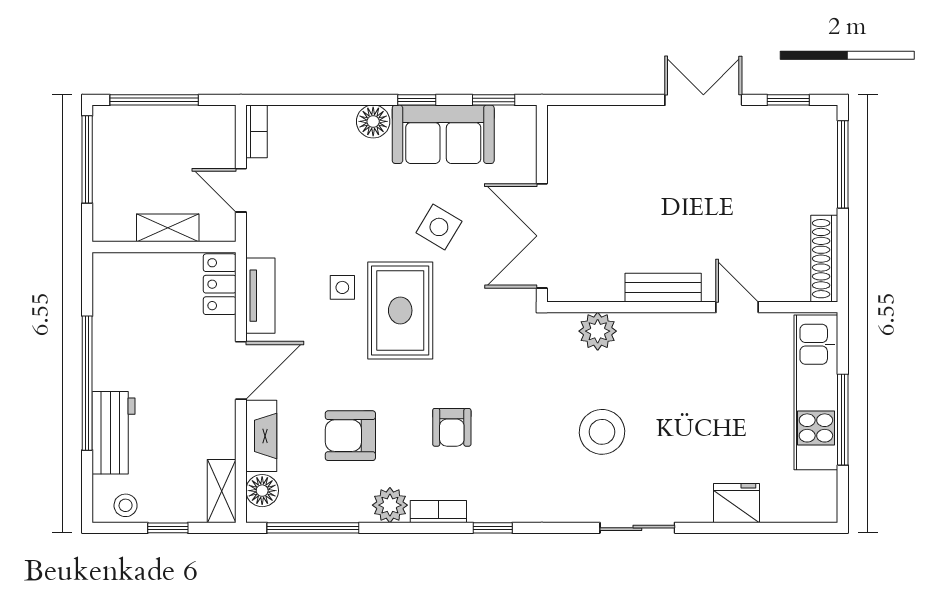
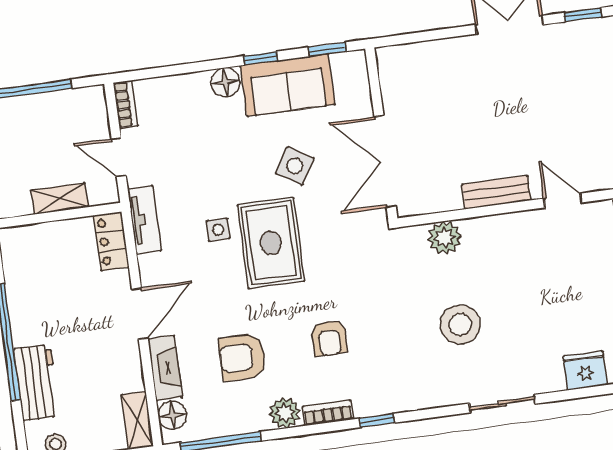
tv unit: (260, 296) -> (144, 220), moved

